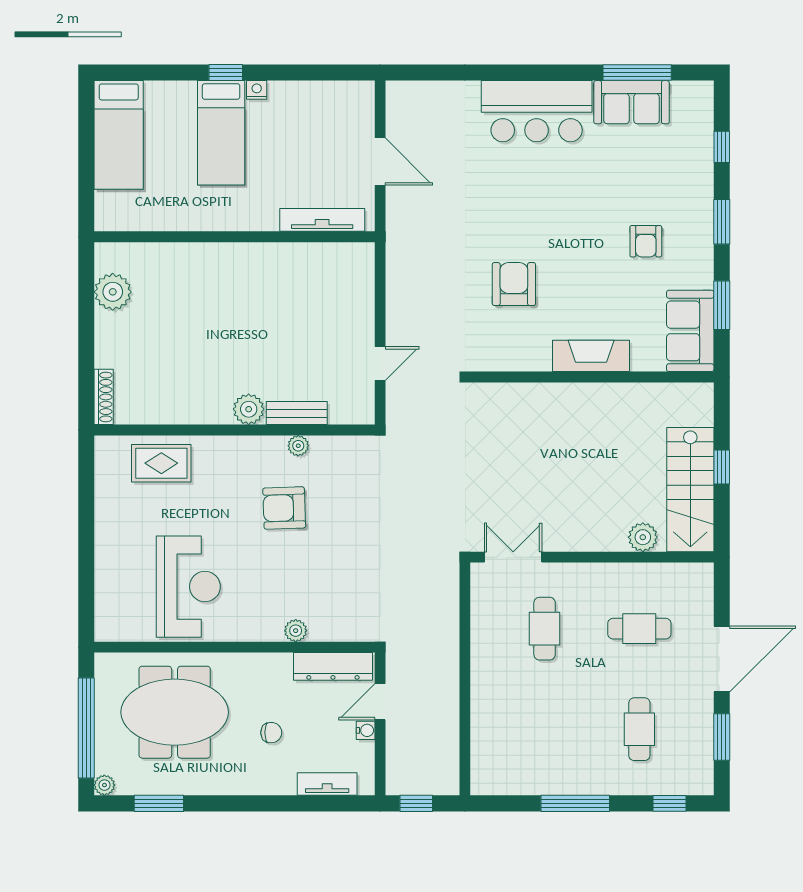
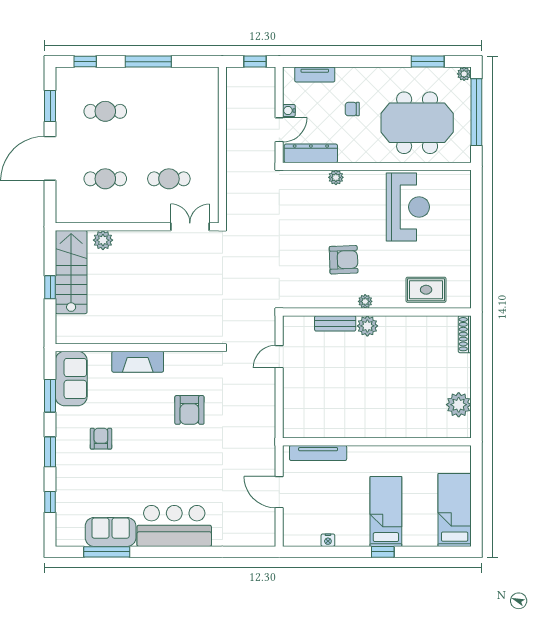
nightstand: (257, 90) -> (328, 540), moved
plant: (298, 446) -> (365, 301), moved
double door: (513, 557) -> (190, 227), swing flipped
reception desk: (188, 587) -> (408, 207), turned 180
cafe table: (545, 629) -> (169, 179), turned 90
cafe table: (639, 729) -> (105, 111), turned 90

